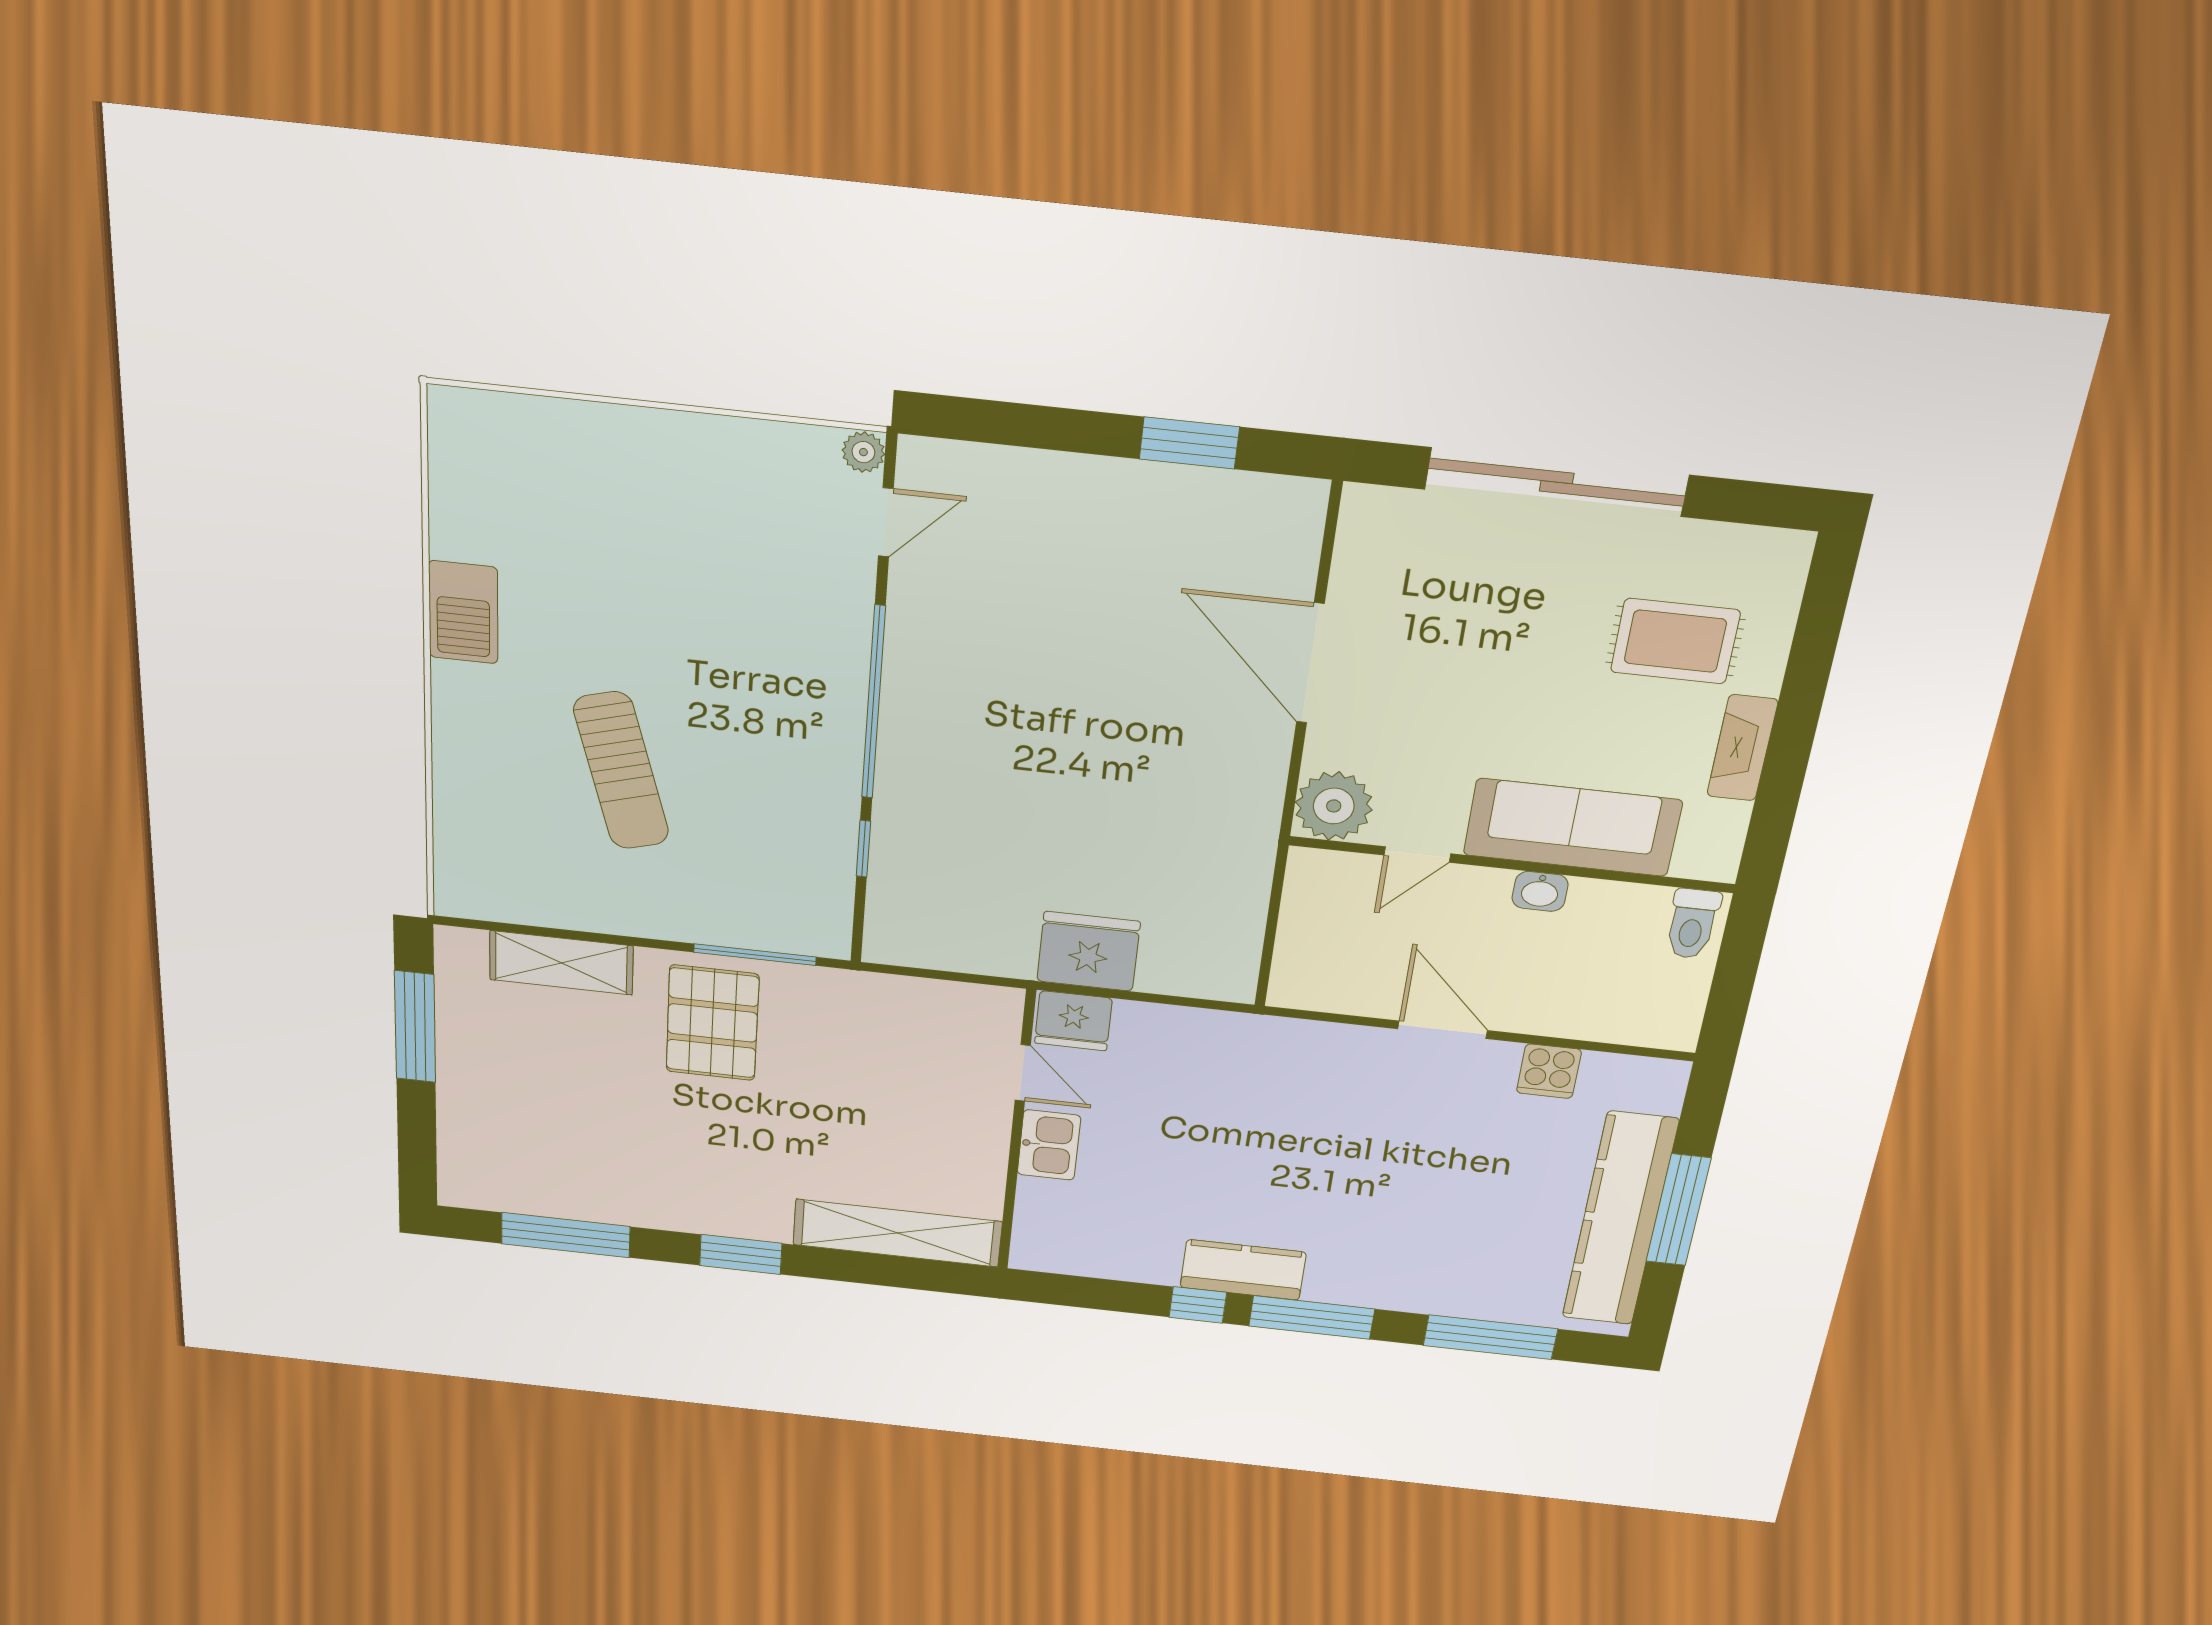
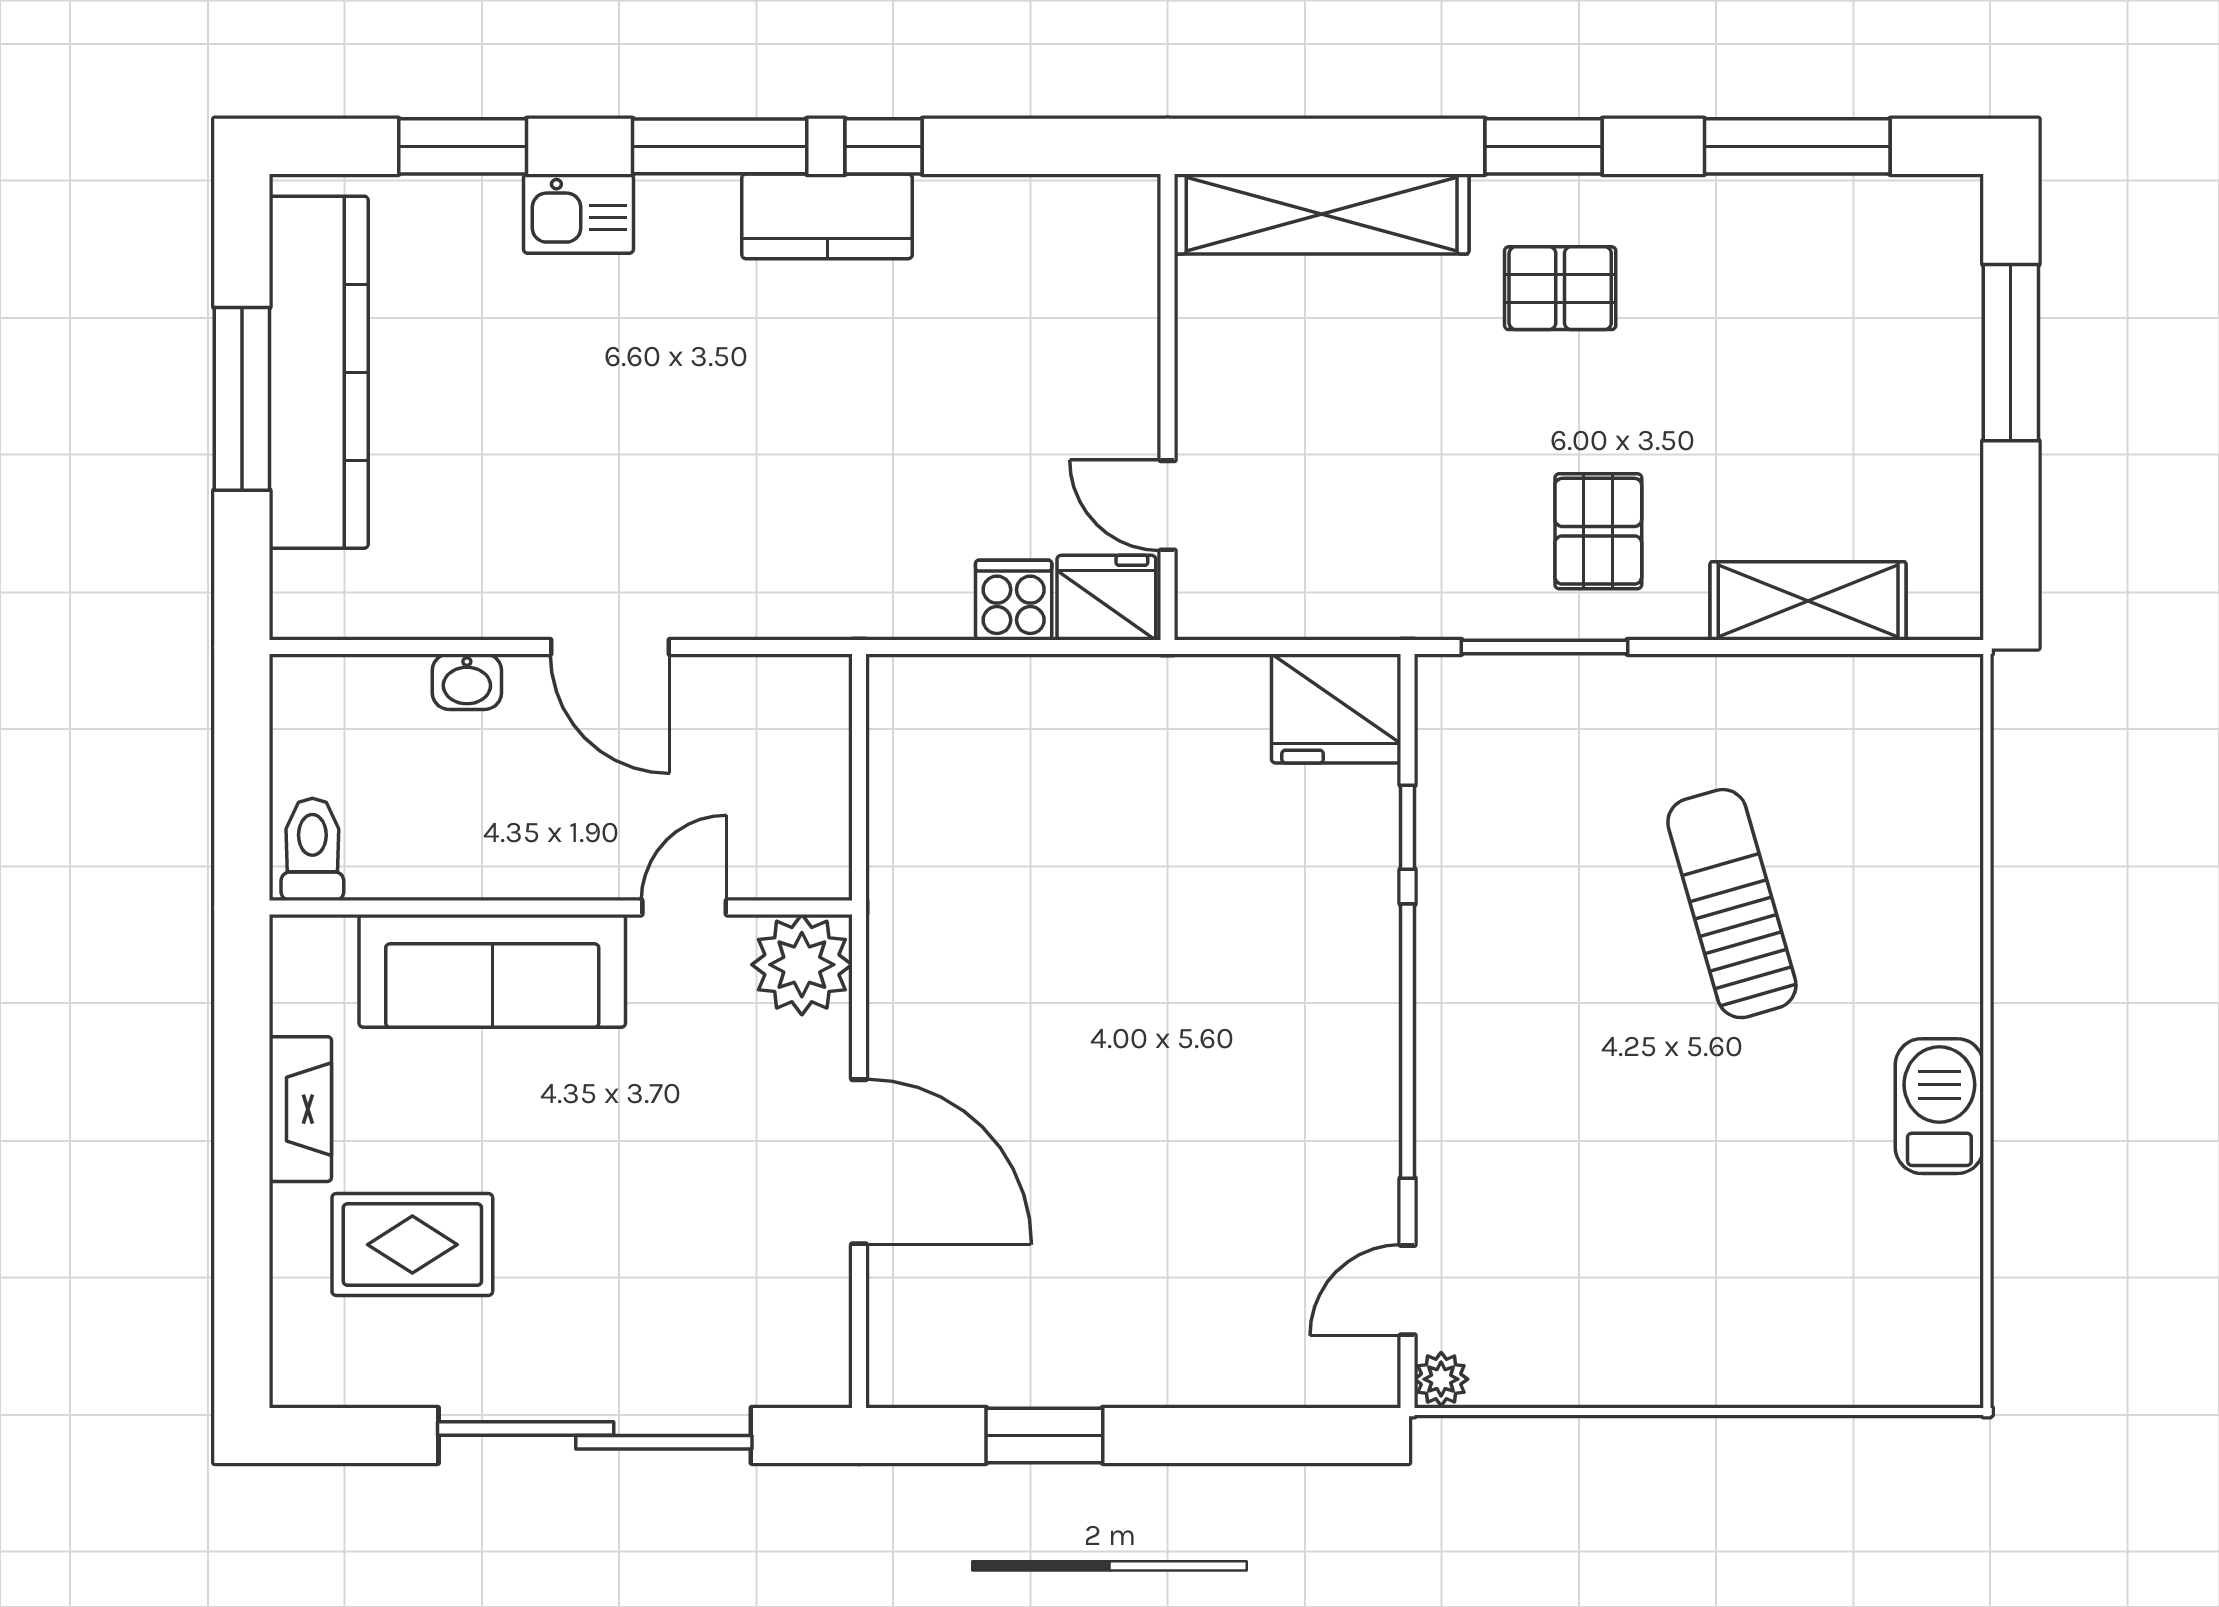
washbasin: (1540, 891) -> (467, 682), moved, turned 180
fridge: (1088, 951) -> (1336, 708), moved
pallet: (712, 1023) -> (1598, 531), width x0.67, depth x0.71
window: (415, 1027) -> (2011, 353), moved
cooker: (1549, 1071) -> (1014, 600), moved
kitchen sink: (1049, 1145) -> (578, 214), moved, turned -90
pallet: (733, 1172) -> (1560, 288), added
window: (1490, 1337) -> (463, 146), width x0.69

